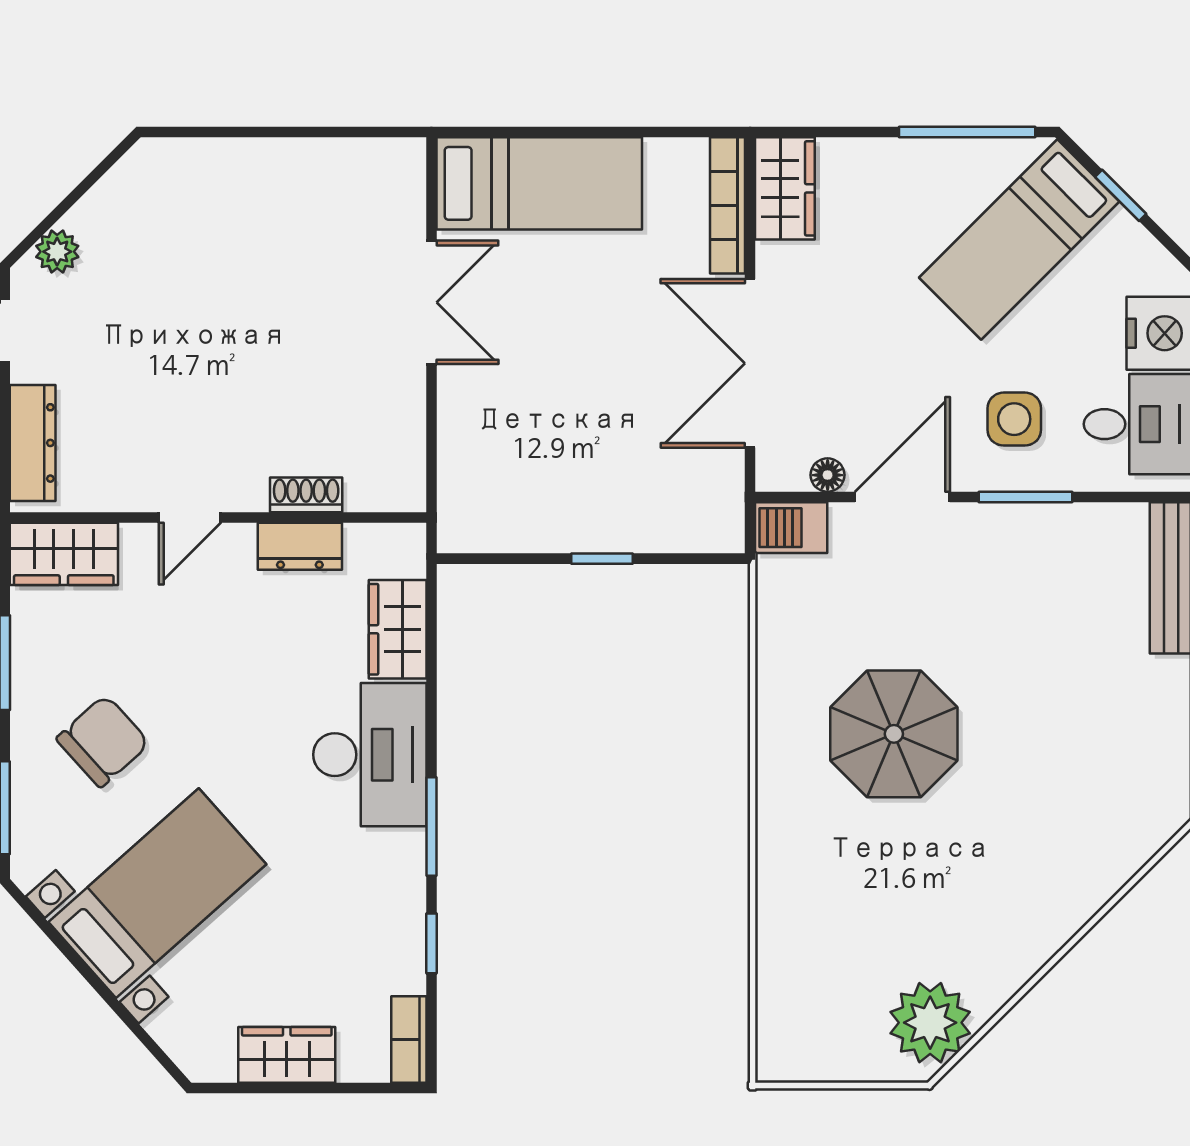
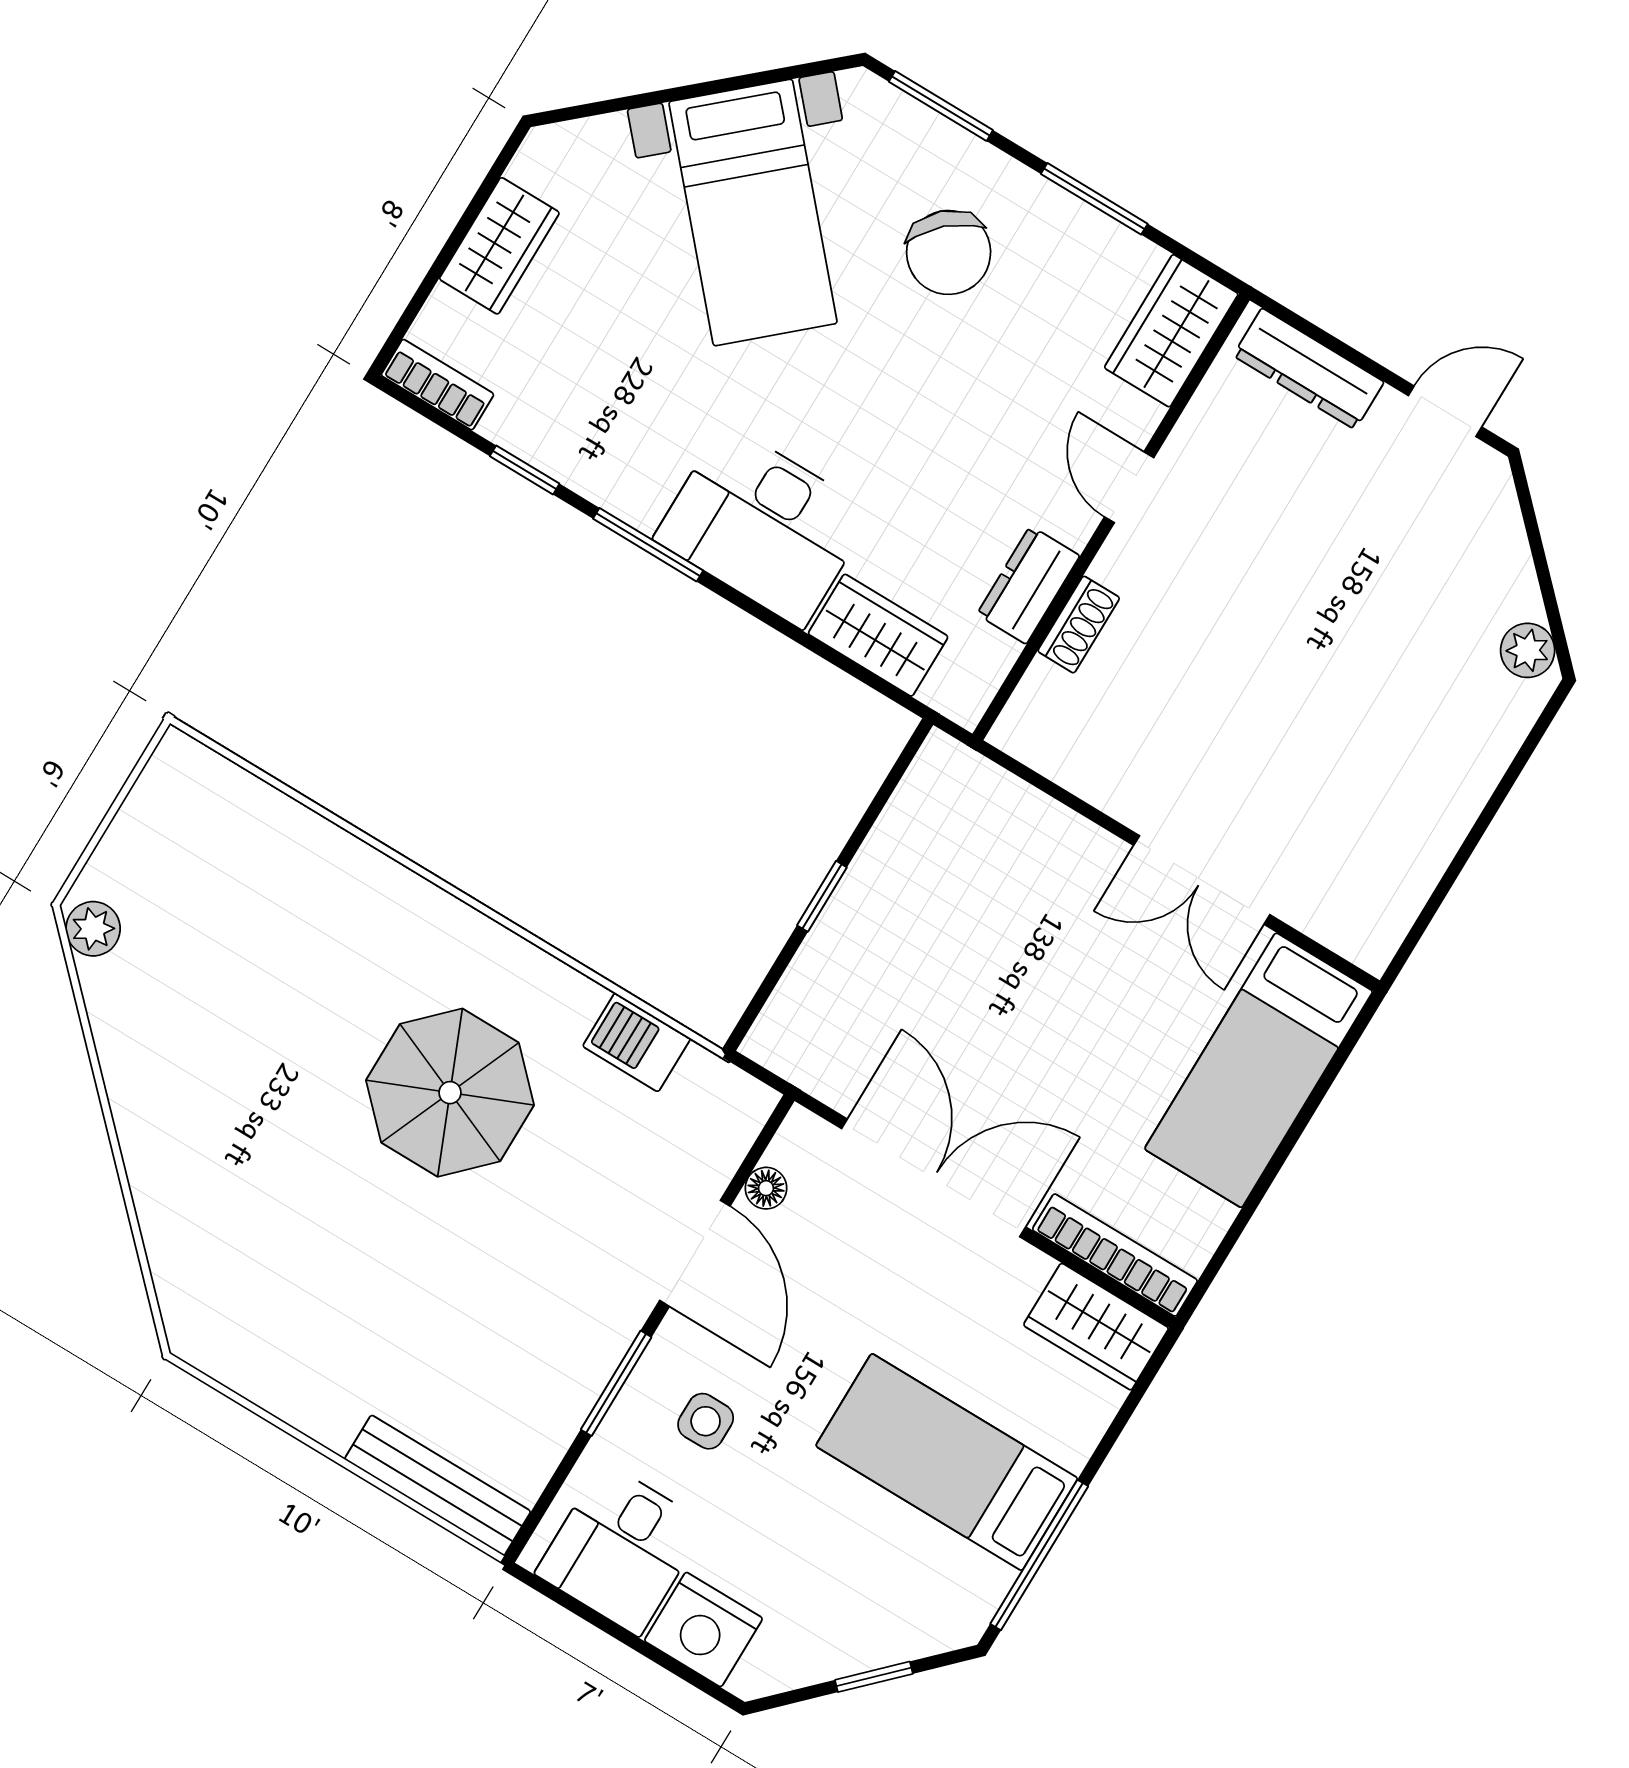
bed: (1019, 240) -> (947, 1462), moved, turned -45
plant: (57, 252) -> (1528, 650), moved
side table: (1014, 419) -> (706, 1421), width x0.73, depth x0.73
barbecue: (791, 528) -> (637, 1042), moved, turned -90
plant: (930, 1023) -> (93, 929), width x0.53, depth x0.53

